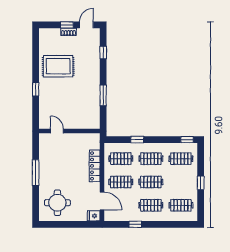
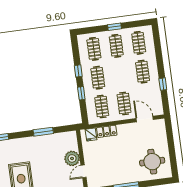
plant: (72, 121) -> (72, 158), added
window: (187, 140) -> (78, 71), moved
locker: (95, 166) -> (107, 131), width x0.66
clothes rail: (151, 182) -> (116, 46), moved
door: (102, 201) -> (145, 119), hinge flipped
fridge: (94, 216) -> (91, 134), moved

